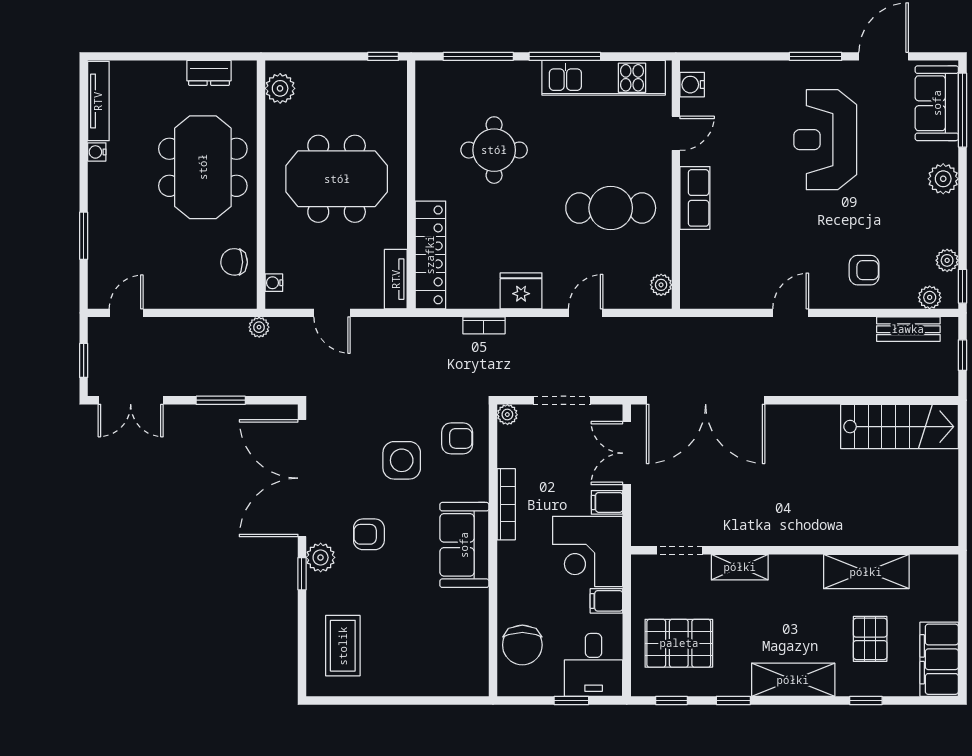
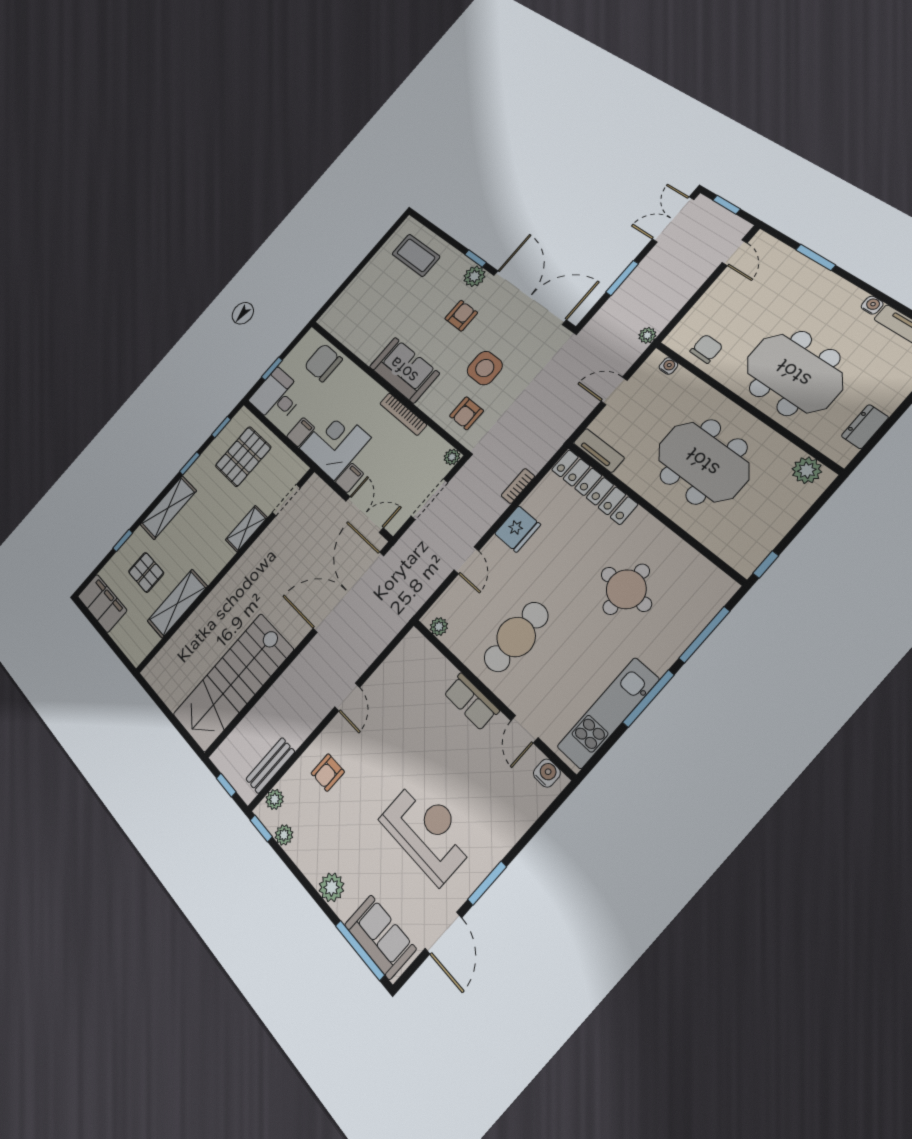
meeting table: (337, 179) -> (703, 462), turned 90
stairs: (900, 427) -> (233, 682), width x1.36, depth x1.51

